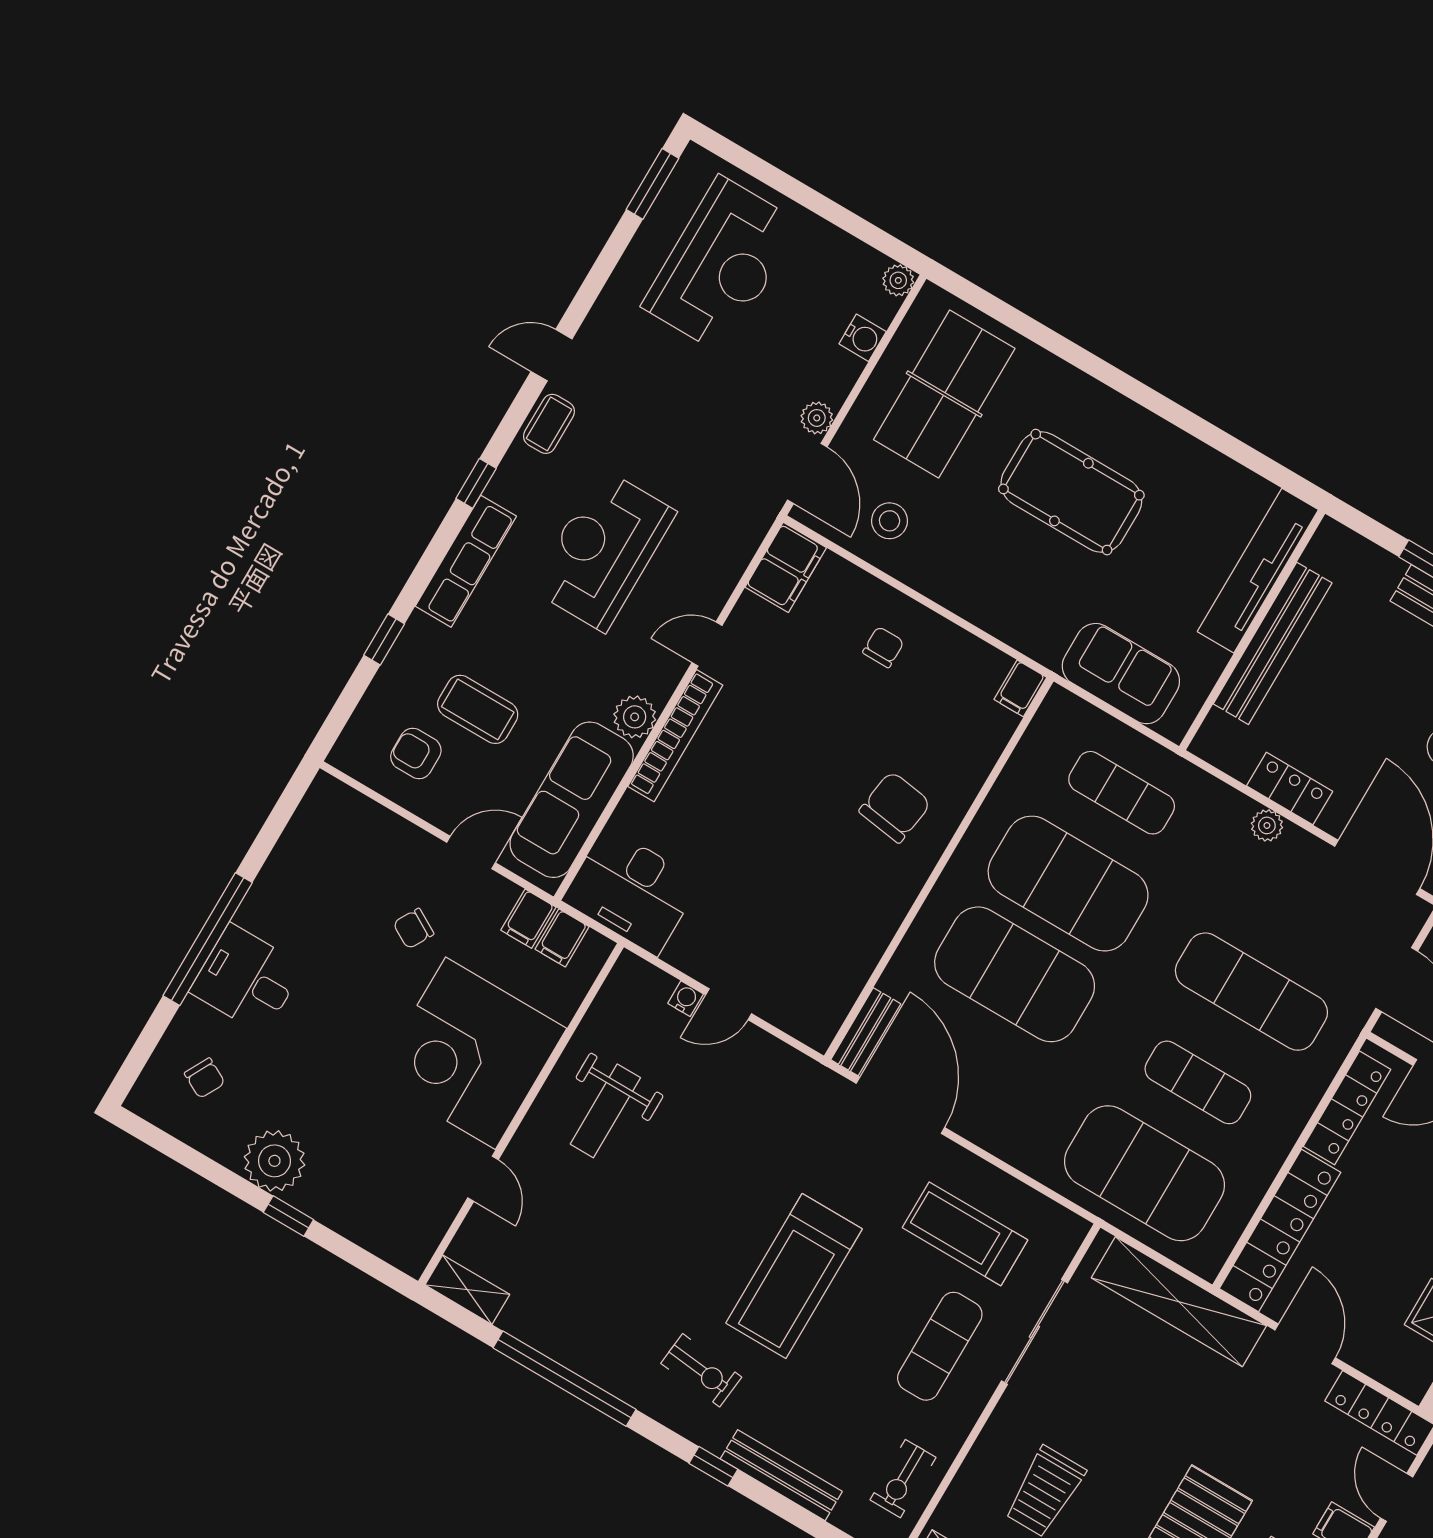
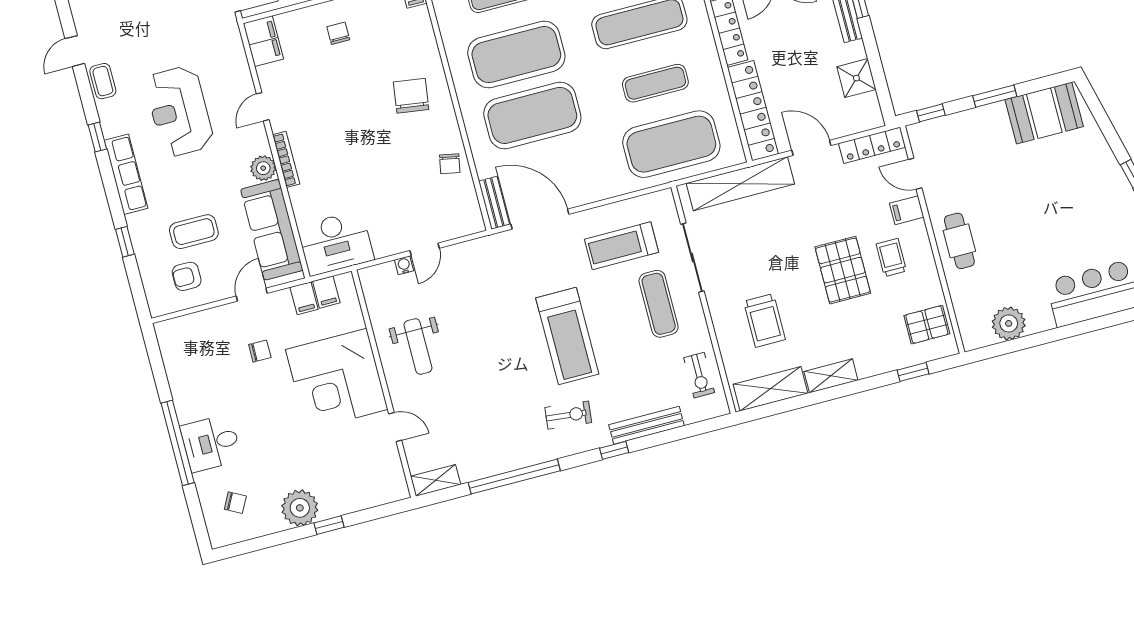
bookcase: (675, 736) -> (286, 159), width x0.68, depth x0.76
chair: (413, 928) -> (260, 351), turned -120
chair: (860, 933) -> (450, 164), added

